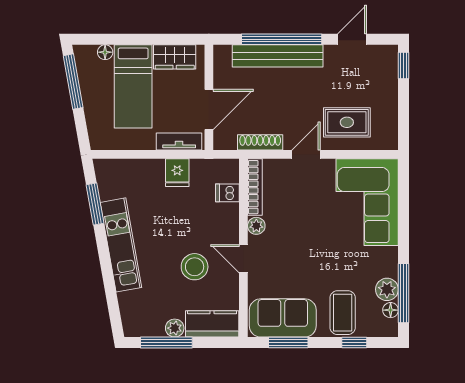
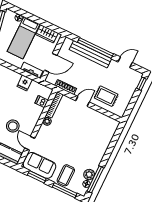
corner sofa: (367, 202) -> (99, 134), removed
door: (243, 259) -> (30, 143), moved
window: (354, 343) -> (65, 190), width x2.17

